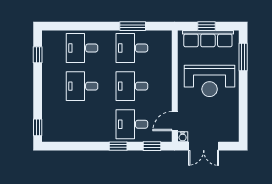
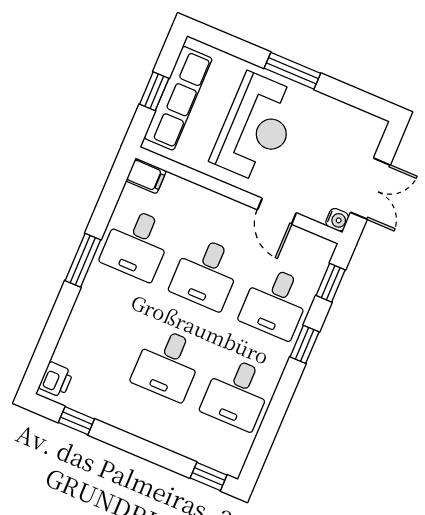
window: (133, 26) -> (83, 260), moved
printer: (53, 37) -> (56, 380), added
filing cabinet: (165, 39) -> (146, 176), added
desk: (82, 48) -> (237, 393), moved
window: (243, 57) -> (292, 71), moved
door: (175, 121) -> (277, 211), moved

